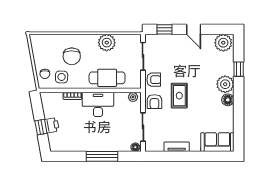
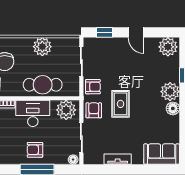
plant: (133, 97) -> (66, 110), width x1.88, depth x1.88
armchair: (154, 102) -> (94, 110), turned 180
armchair: (100, 138) -> (35, 150), added

